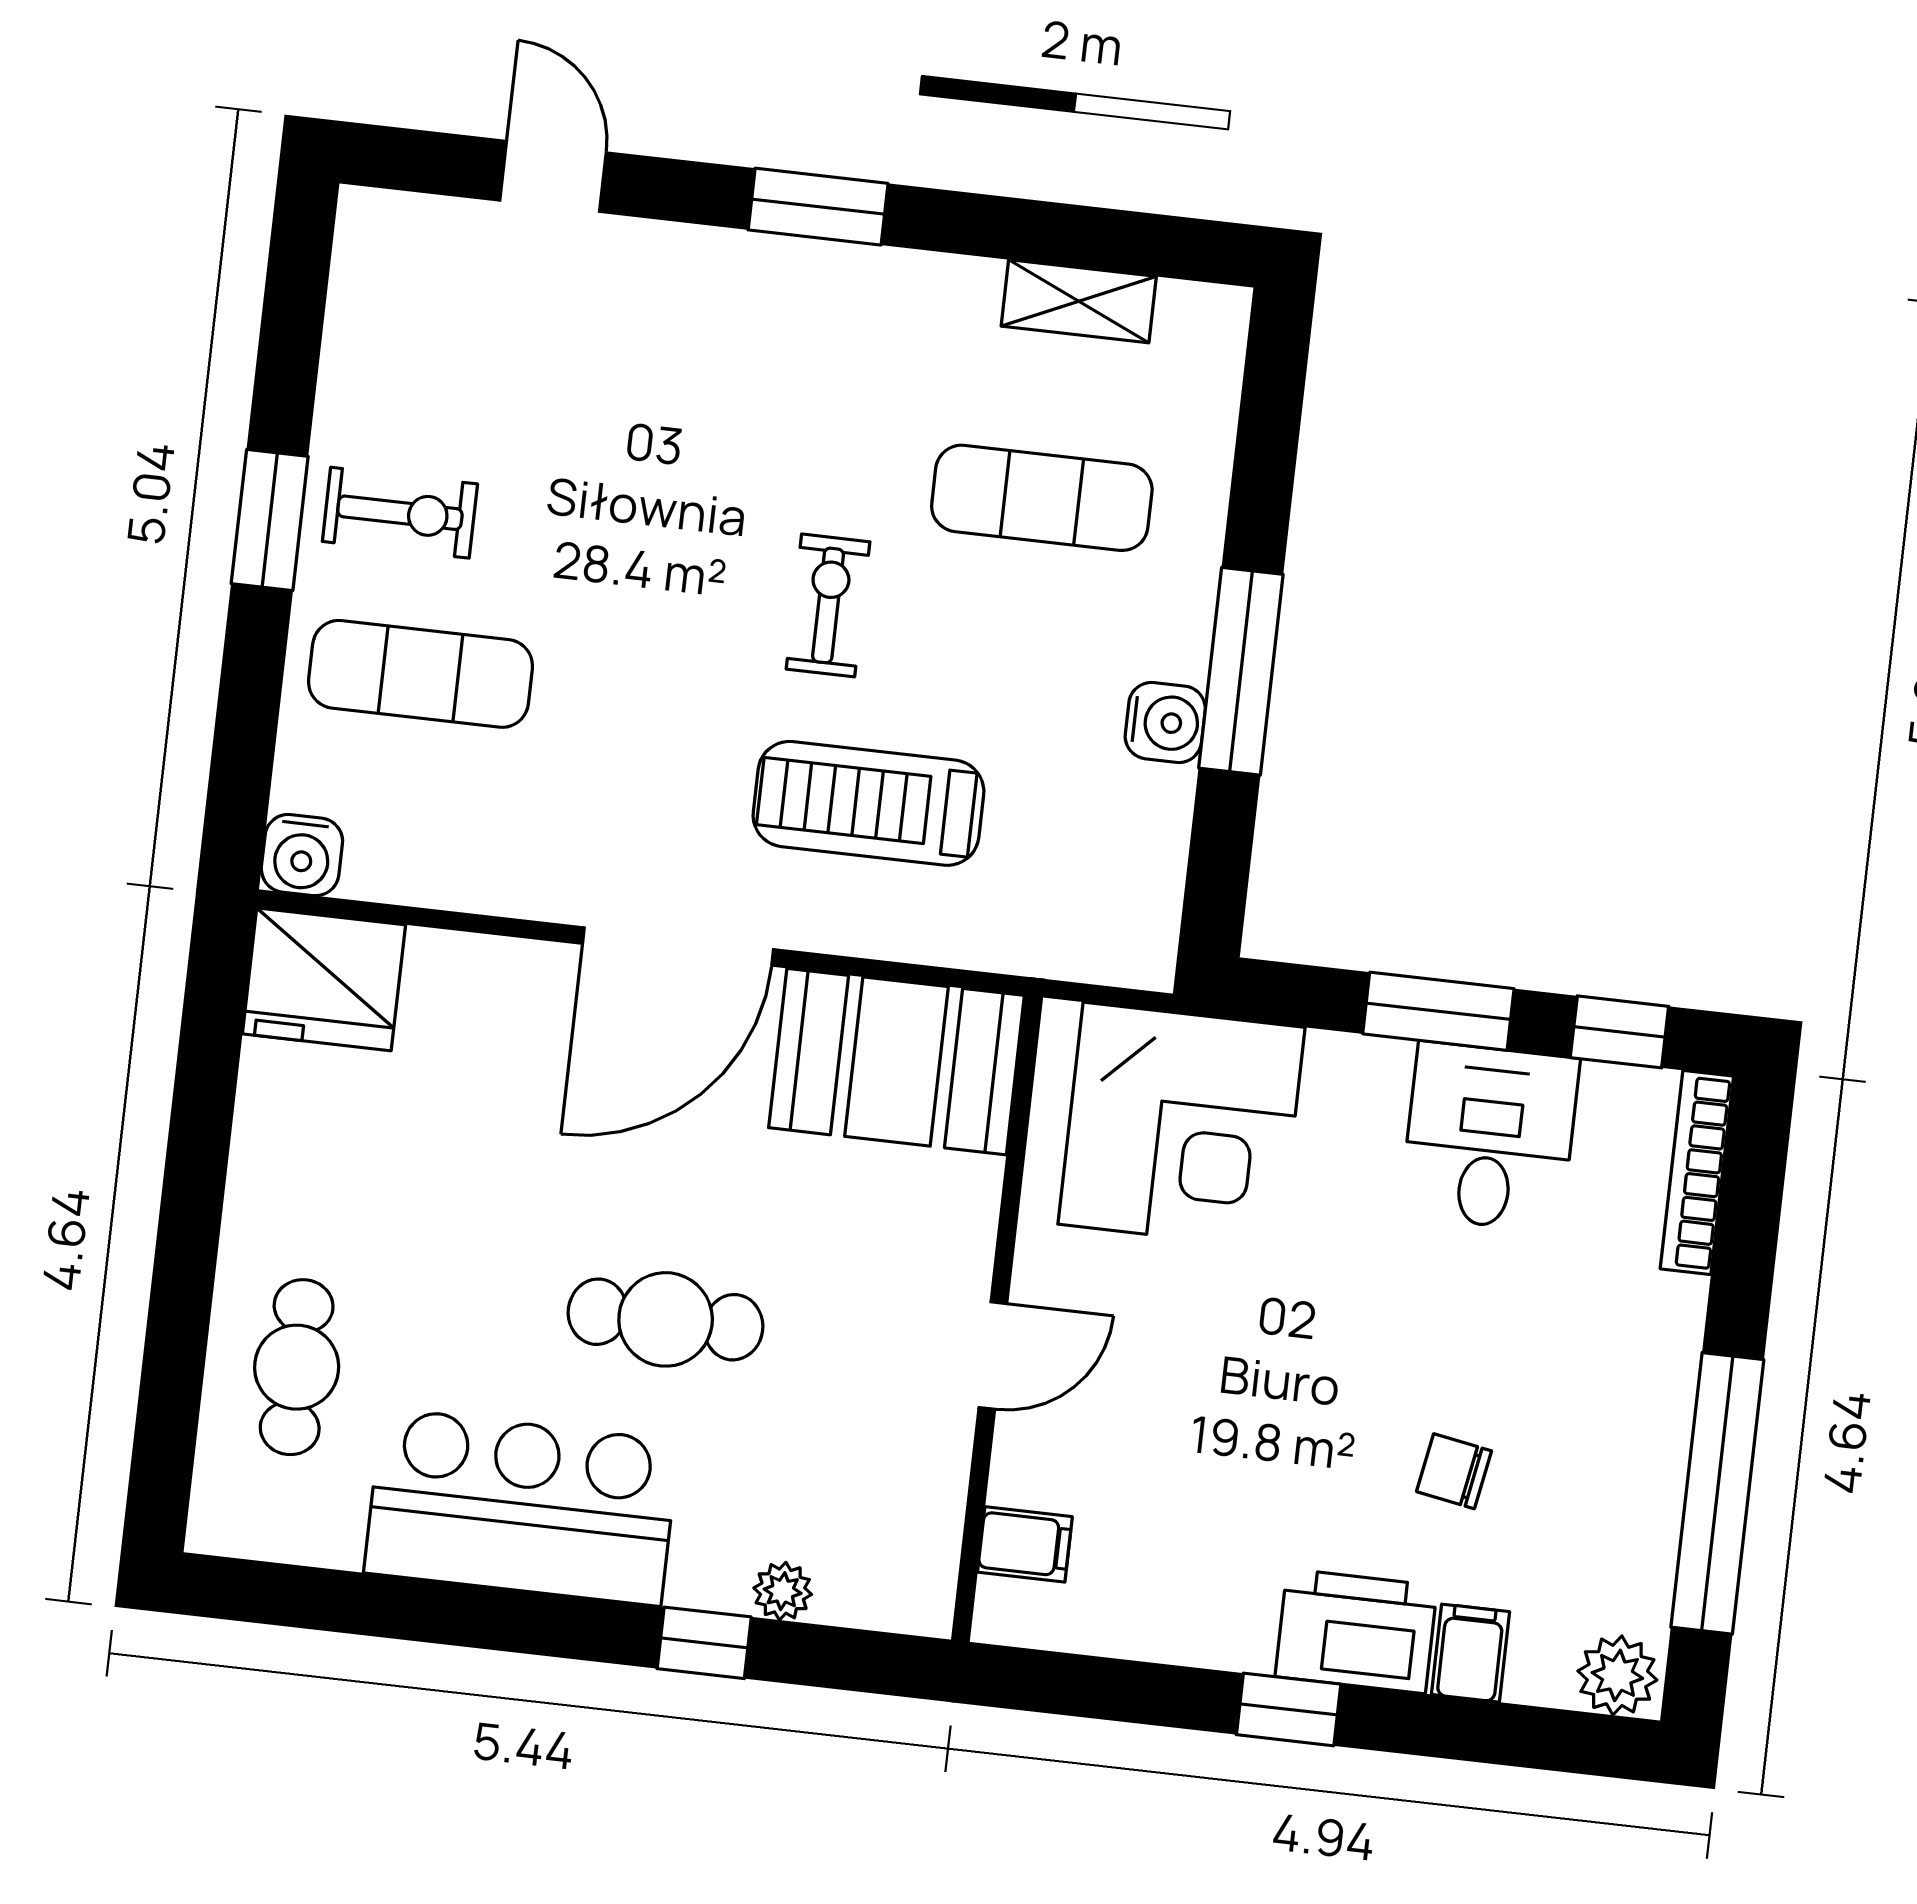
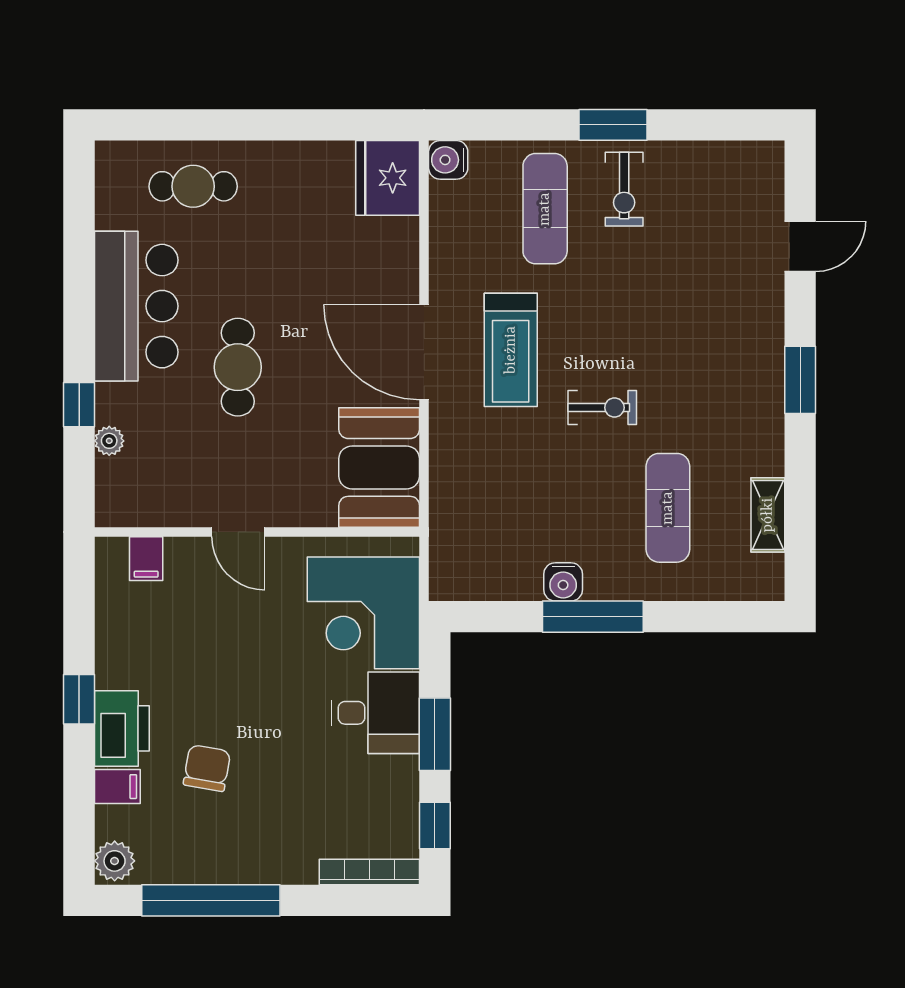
treadmill: (868, 803) -> (511, 350), moved, turned 180
desk: (1490, 1137) -> (375, 713), moved
chair: (1454, 1471) -> (207, 768), width x1.37, depth x1.37

